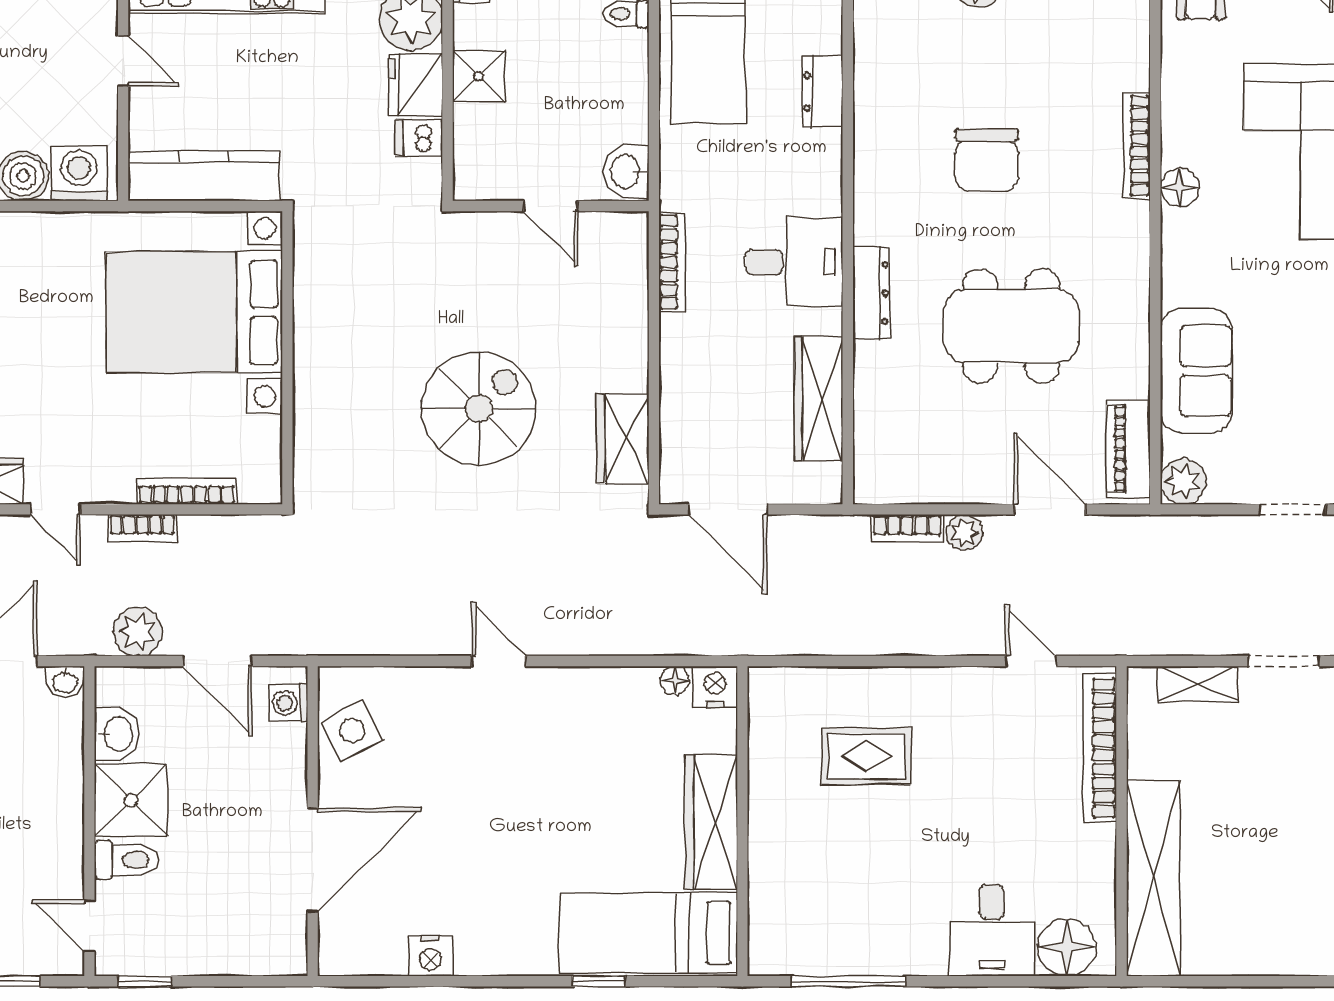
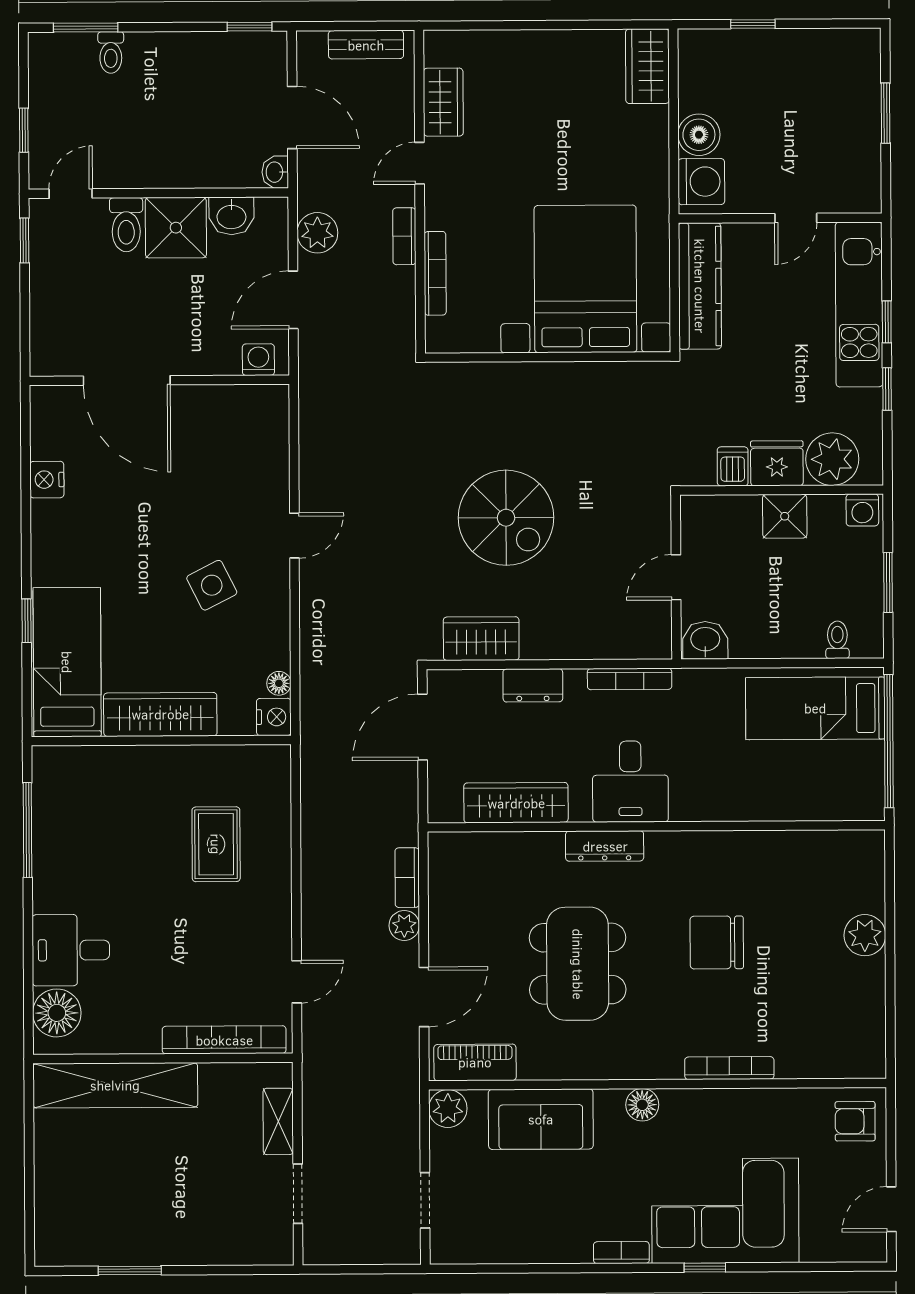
dresser: (823, 92) -> (533, 685), moved, turned 180
floor lamp: (1180, 188) -> (642, 1105), moved
side table: (353, 731) -> (212, 585), moved

